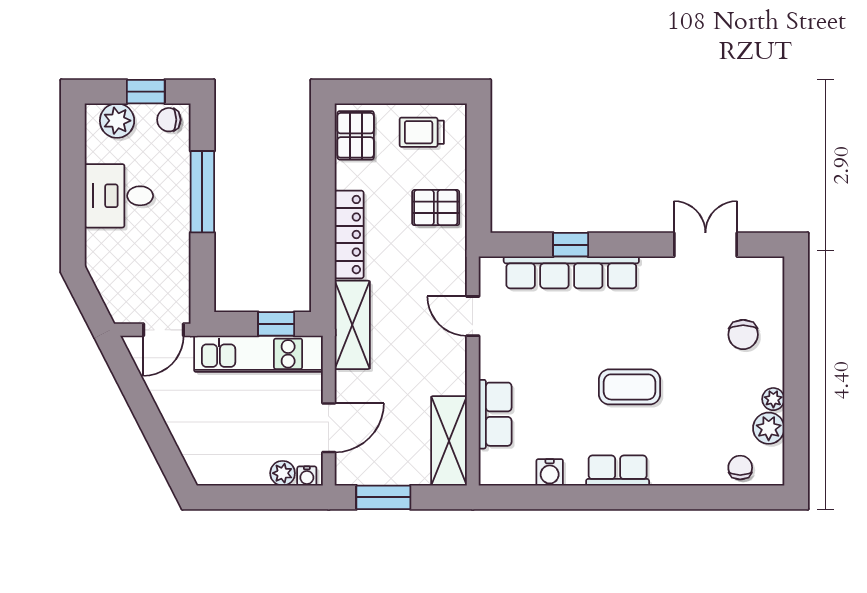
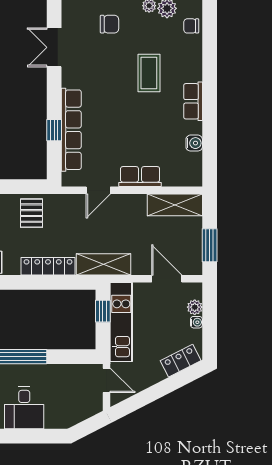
coffee table: (629, 387) -> (149, 73), moved
row of seats: (495, 414) -> (140, 177), moved
locker: (196, 450) -> (181, 361), added
water cooler: (307, 476) -> (196, 322), moved

